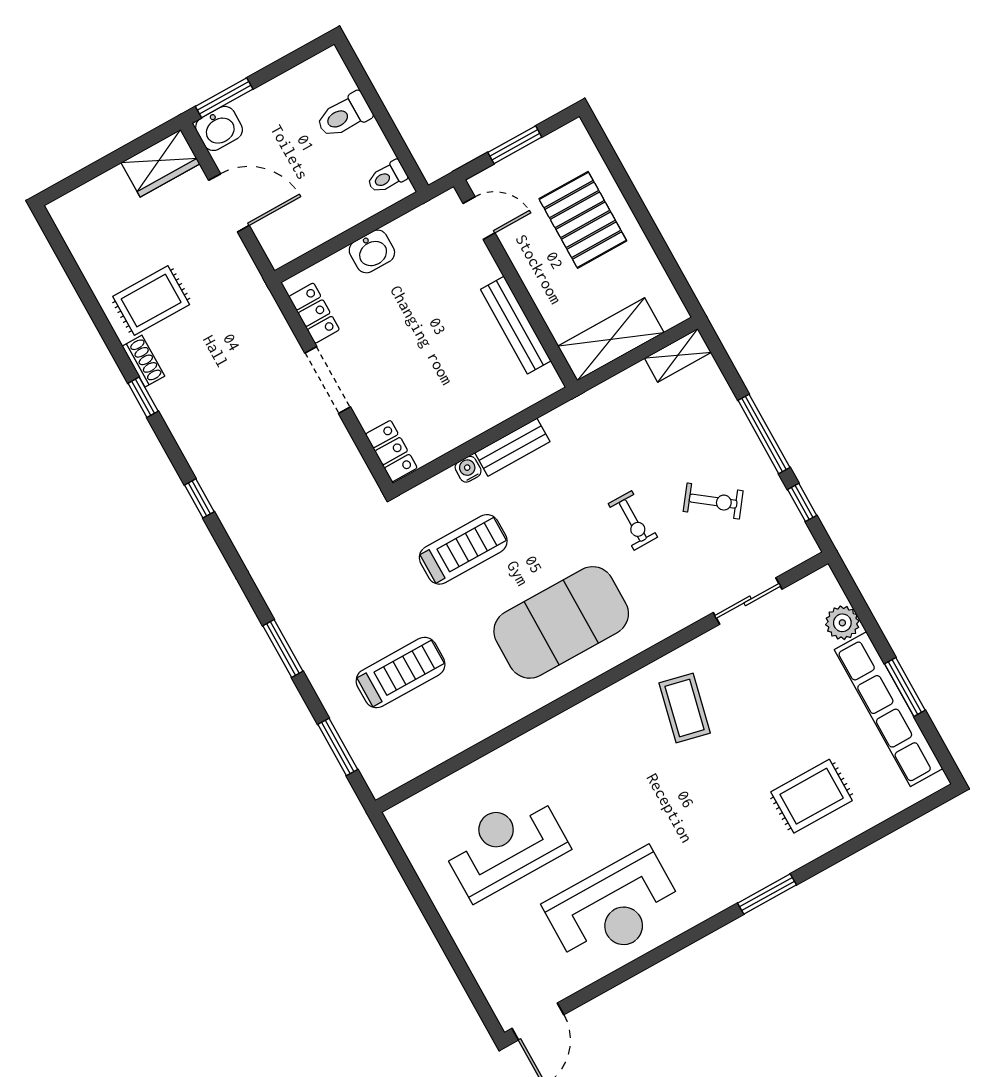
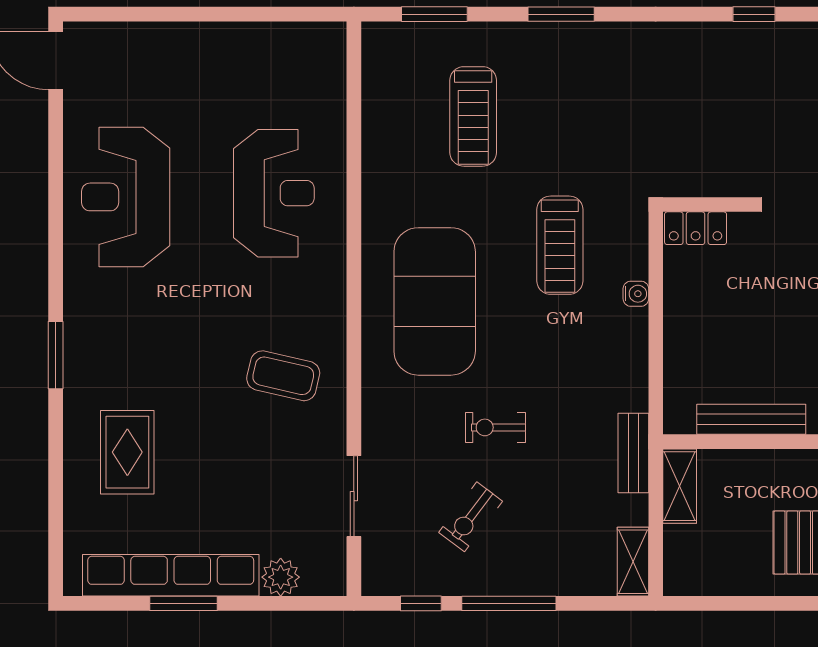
shelving: (611, 339) -> (680, 486), width x0.67, depth x0.75
bench: (512, 447) -> (633, 453), moved
reception desk: (505, 846) -> (274, 193), moved

